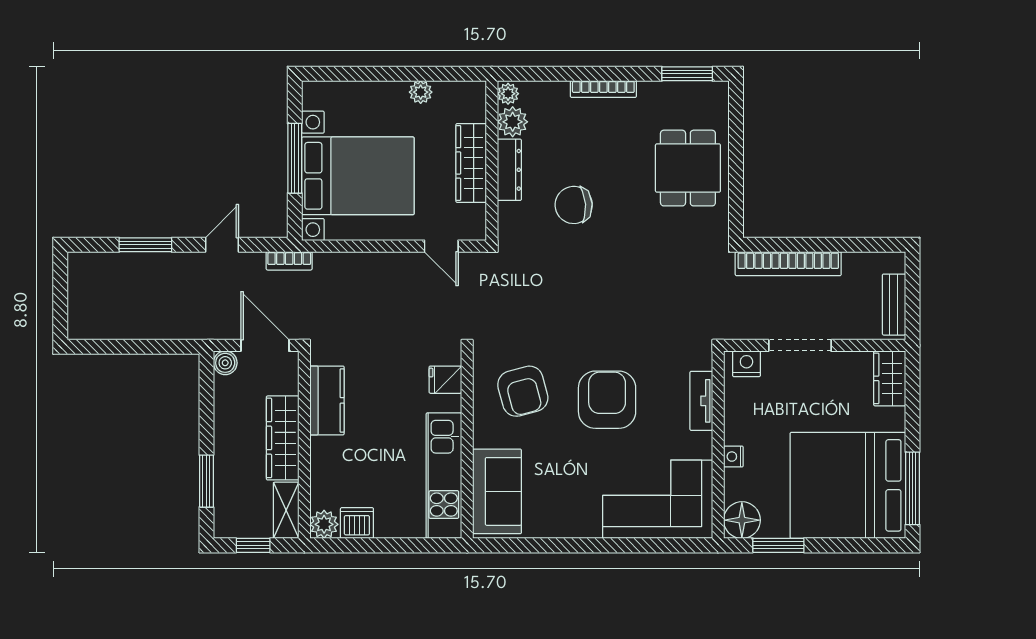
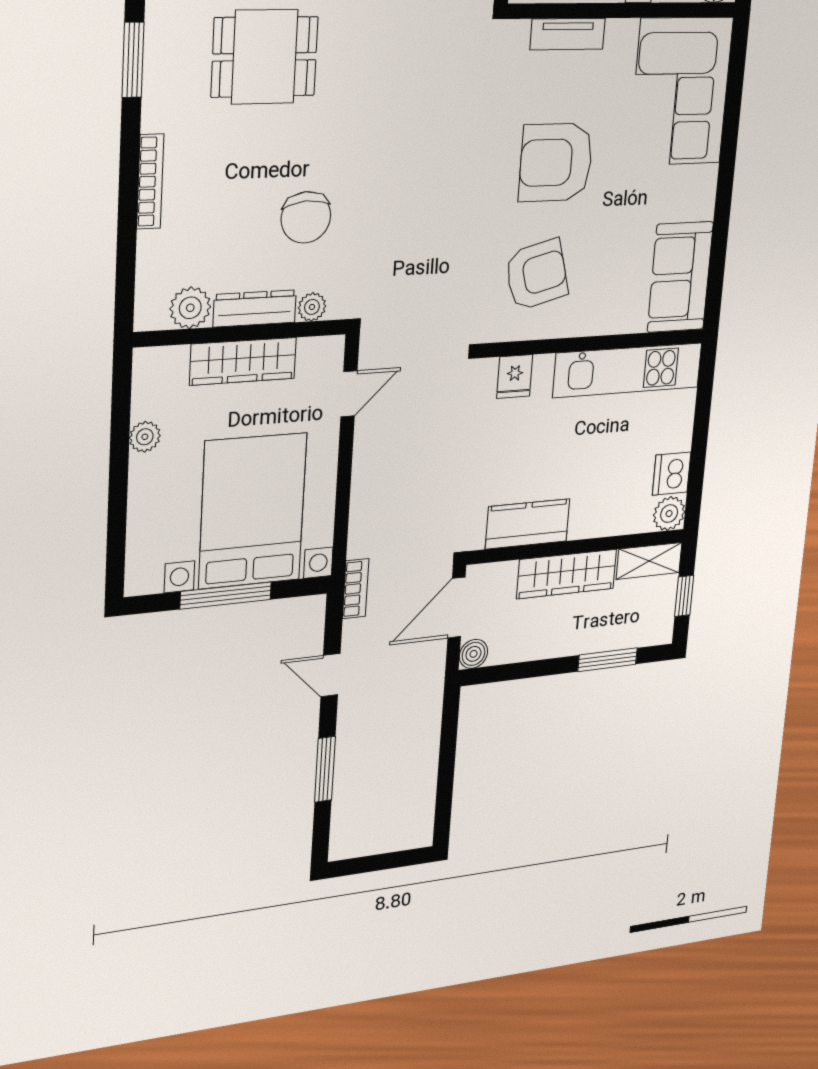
plant: (508, 94) -> (312, 307), moved
sofa: (497, 491) -> (680, 277), moved, turned -90

